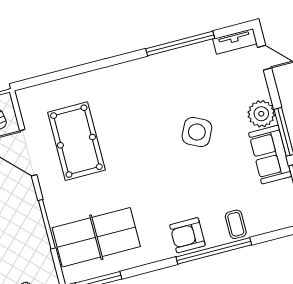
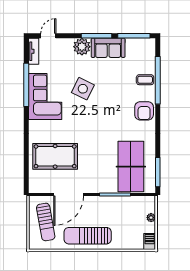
corner sofa: (170, 77) -> (45, 97), added
pool table: (76, 141) -> (55, 156), moved
window: (214, 251) -> (158, 80), moved

